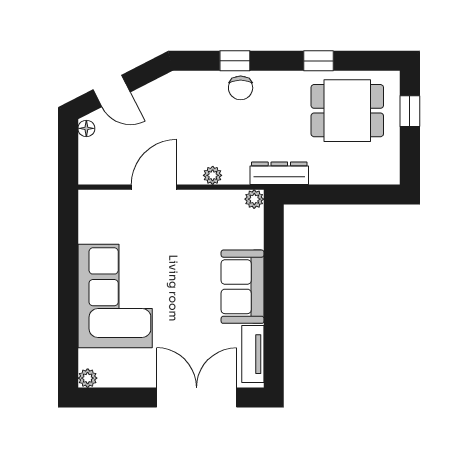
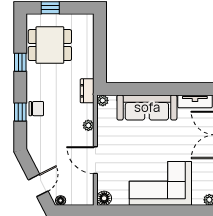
dining table: (347, 111) -> (50, 45), turned 90
dresser: (279, 173) -> (87, 91), width x0.70
floor lamp: (90, 202) -> (104, 198), added
sofa: (243, 287) -> (147, 107), width x1.36

